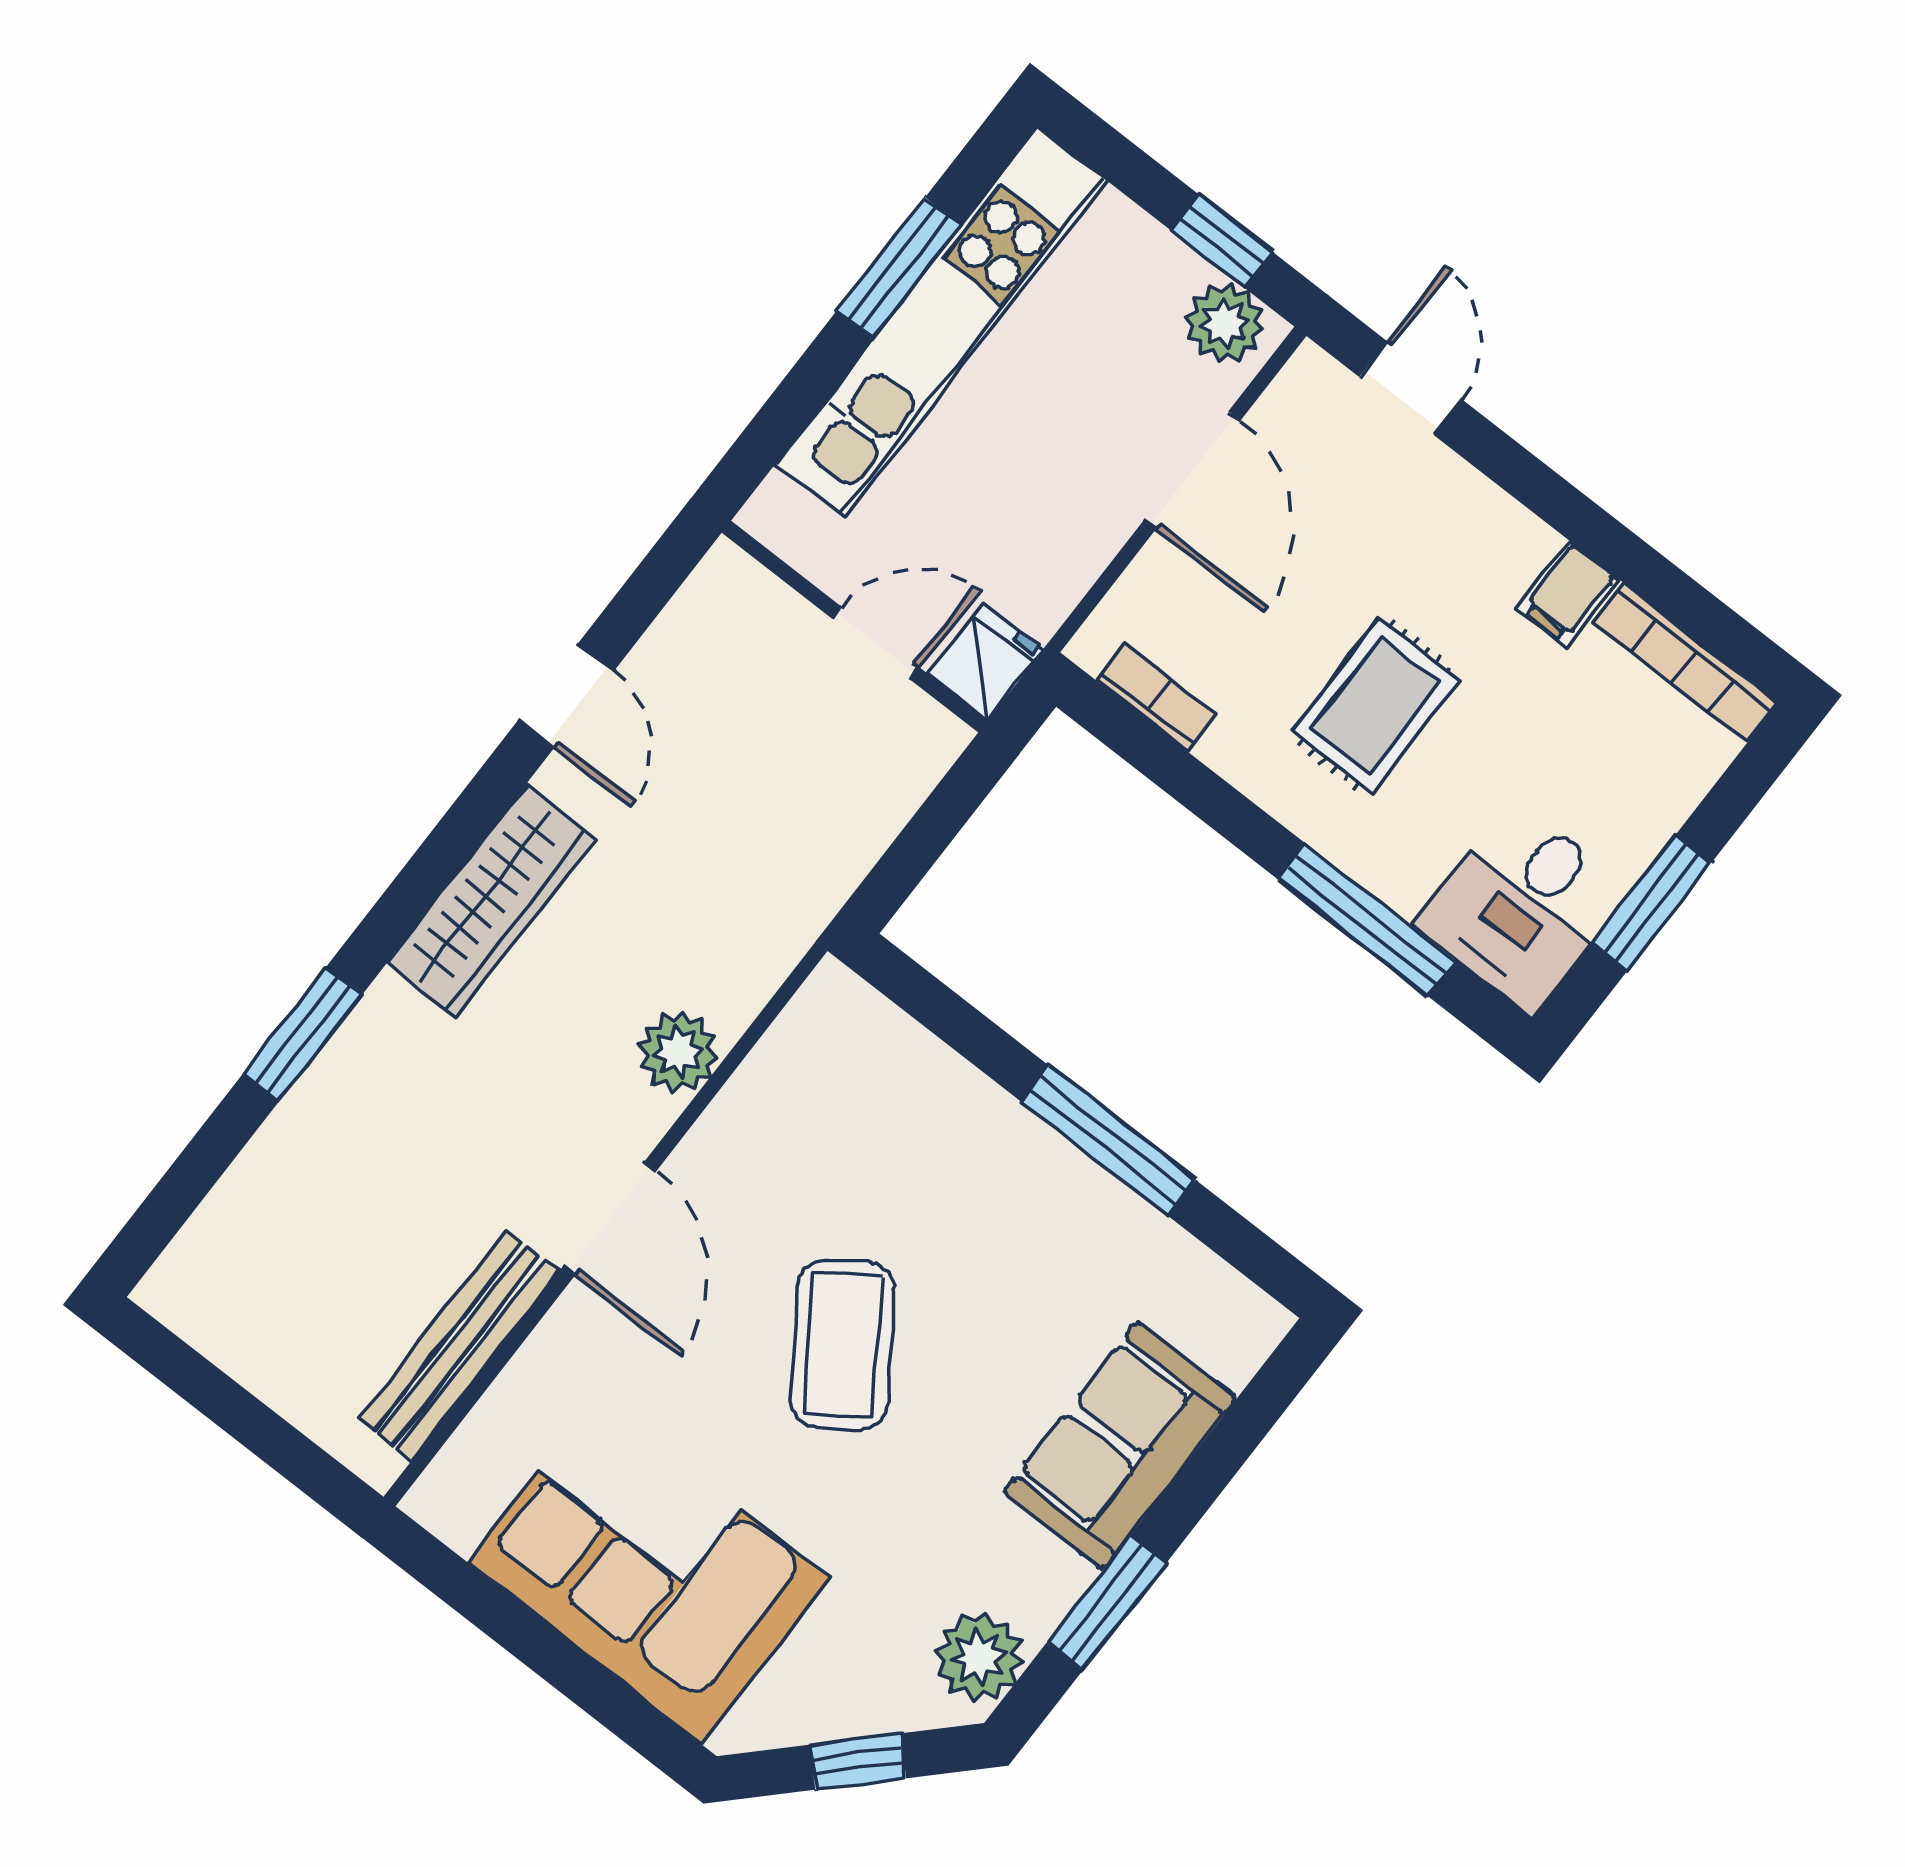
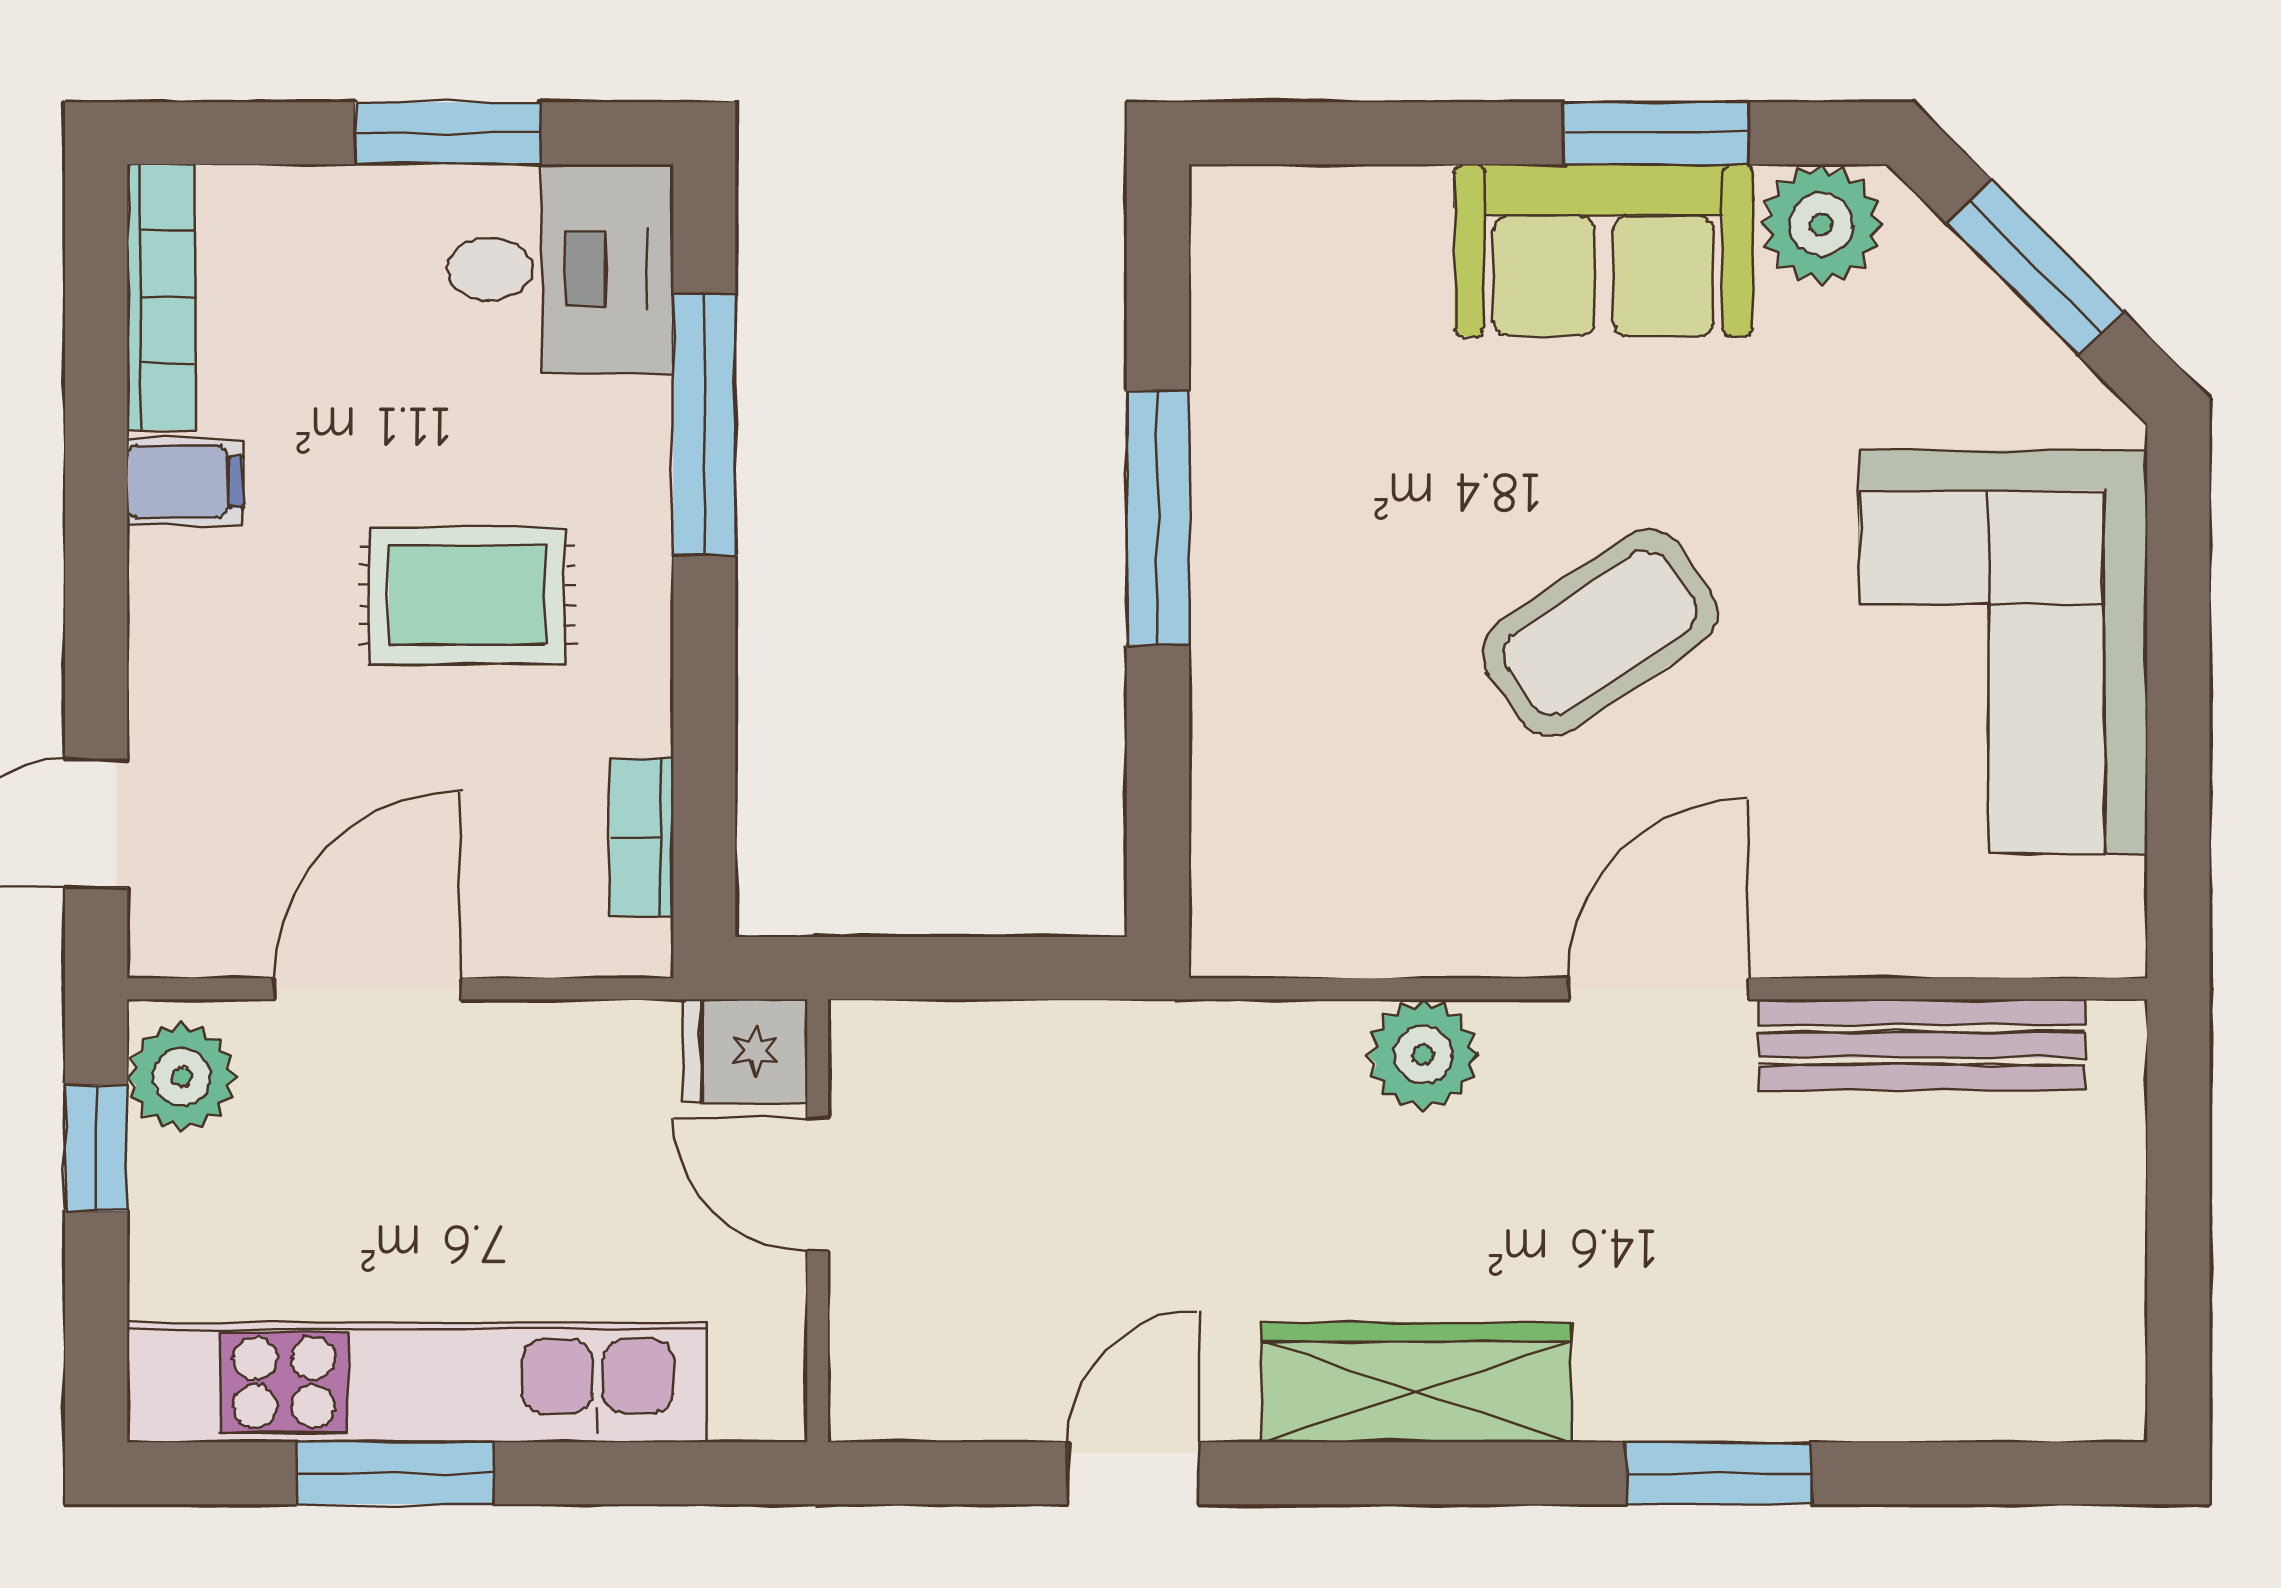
sofa: (1120, 1446) -> (1604, 250), moved
window: (858, 1762) -> (2035, 268), width x1.50

